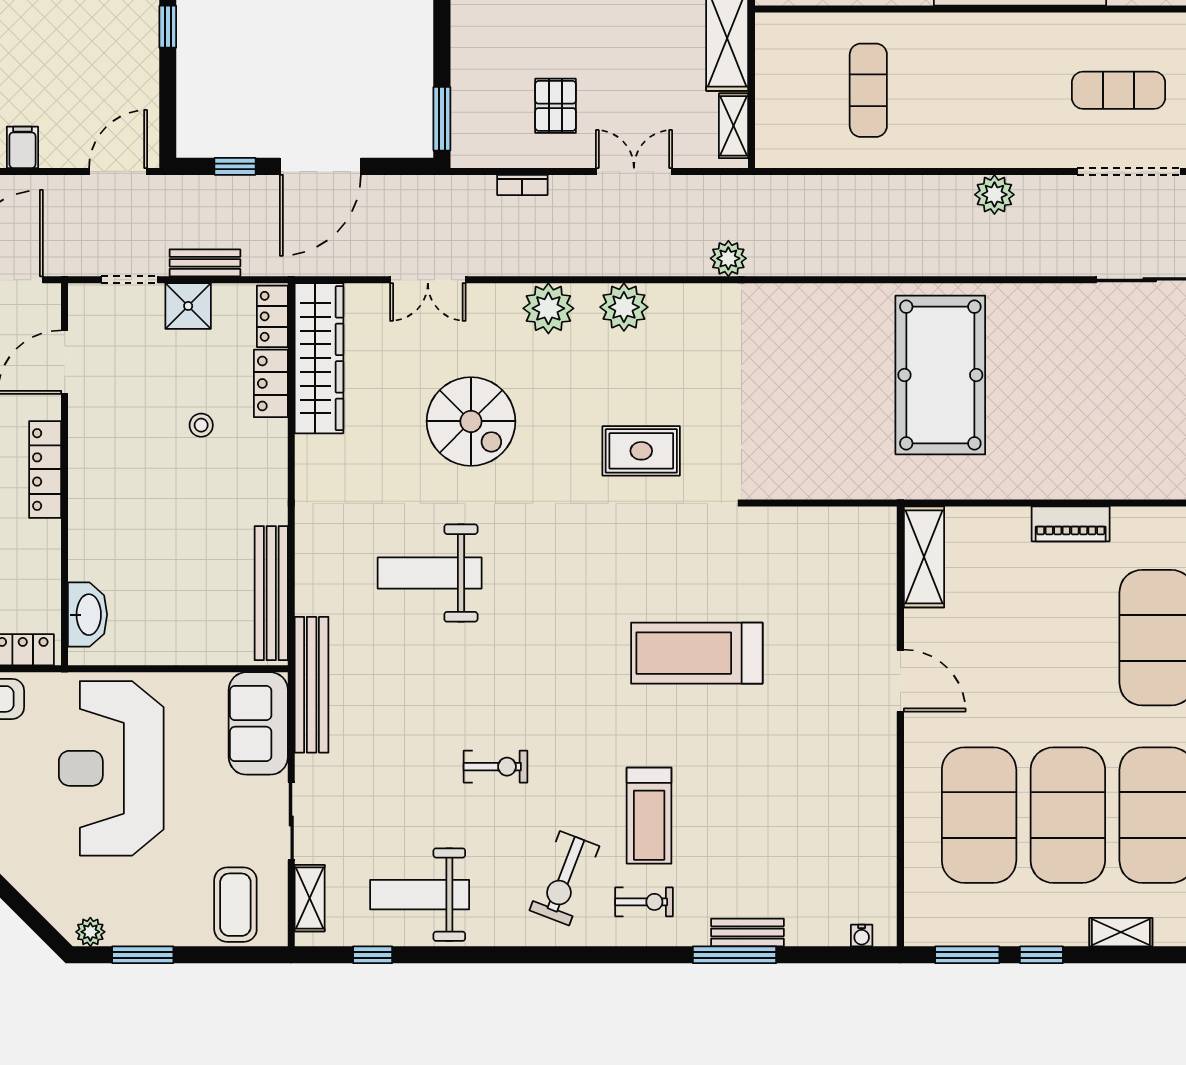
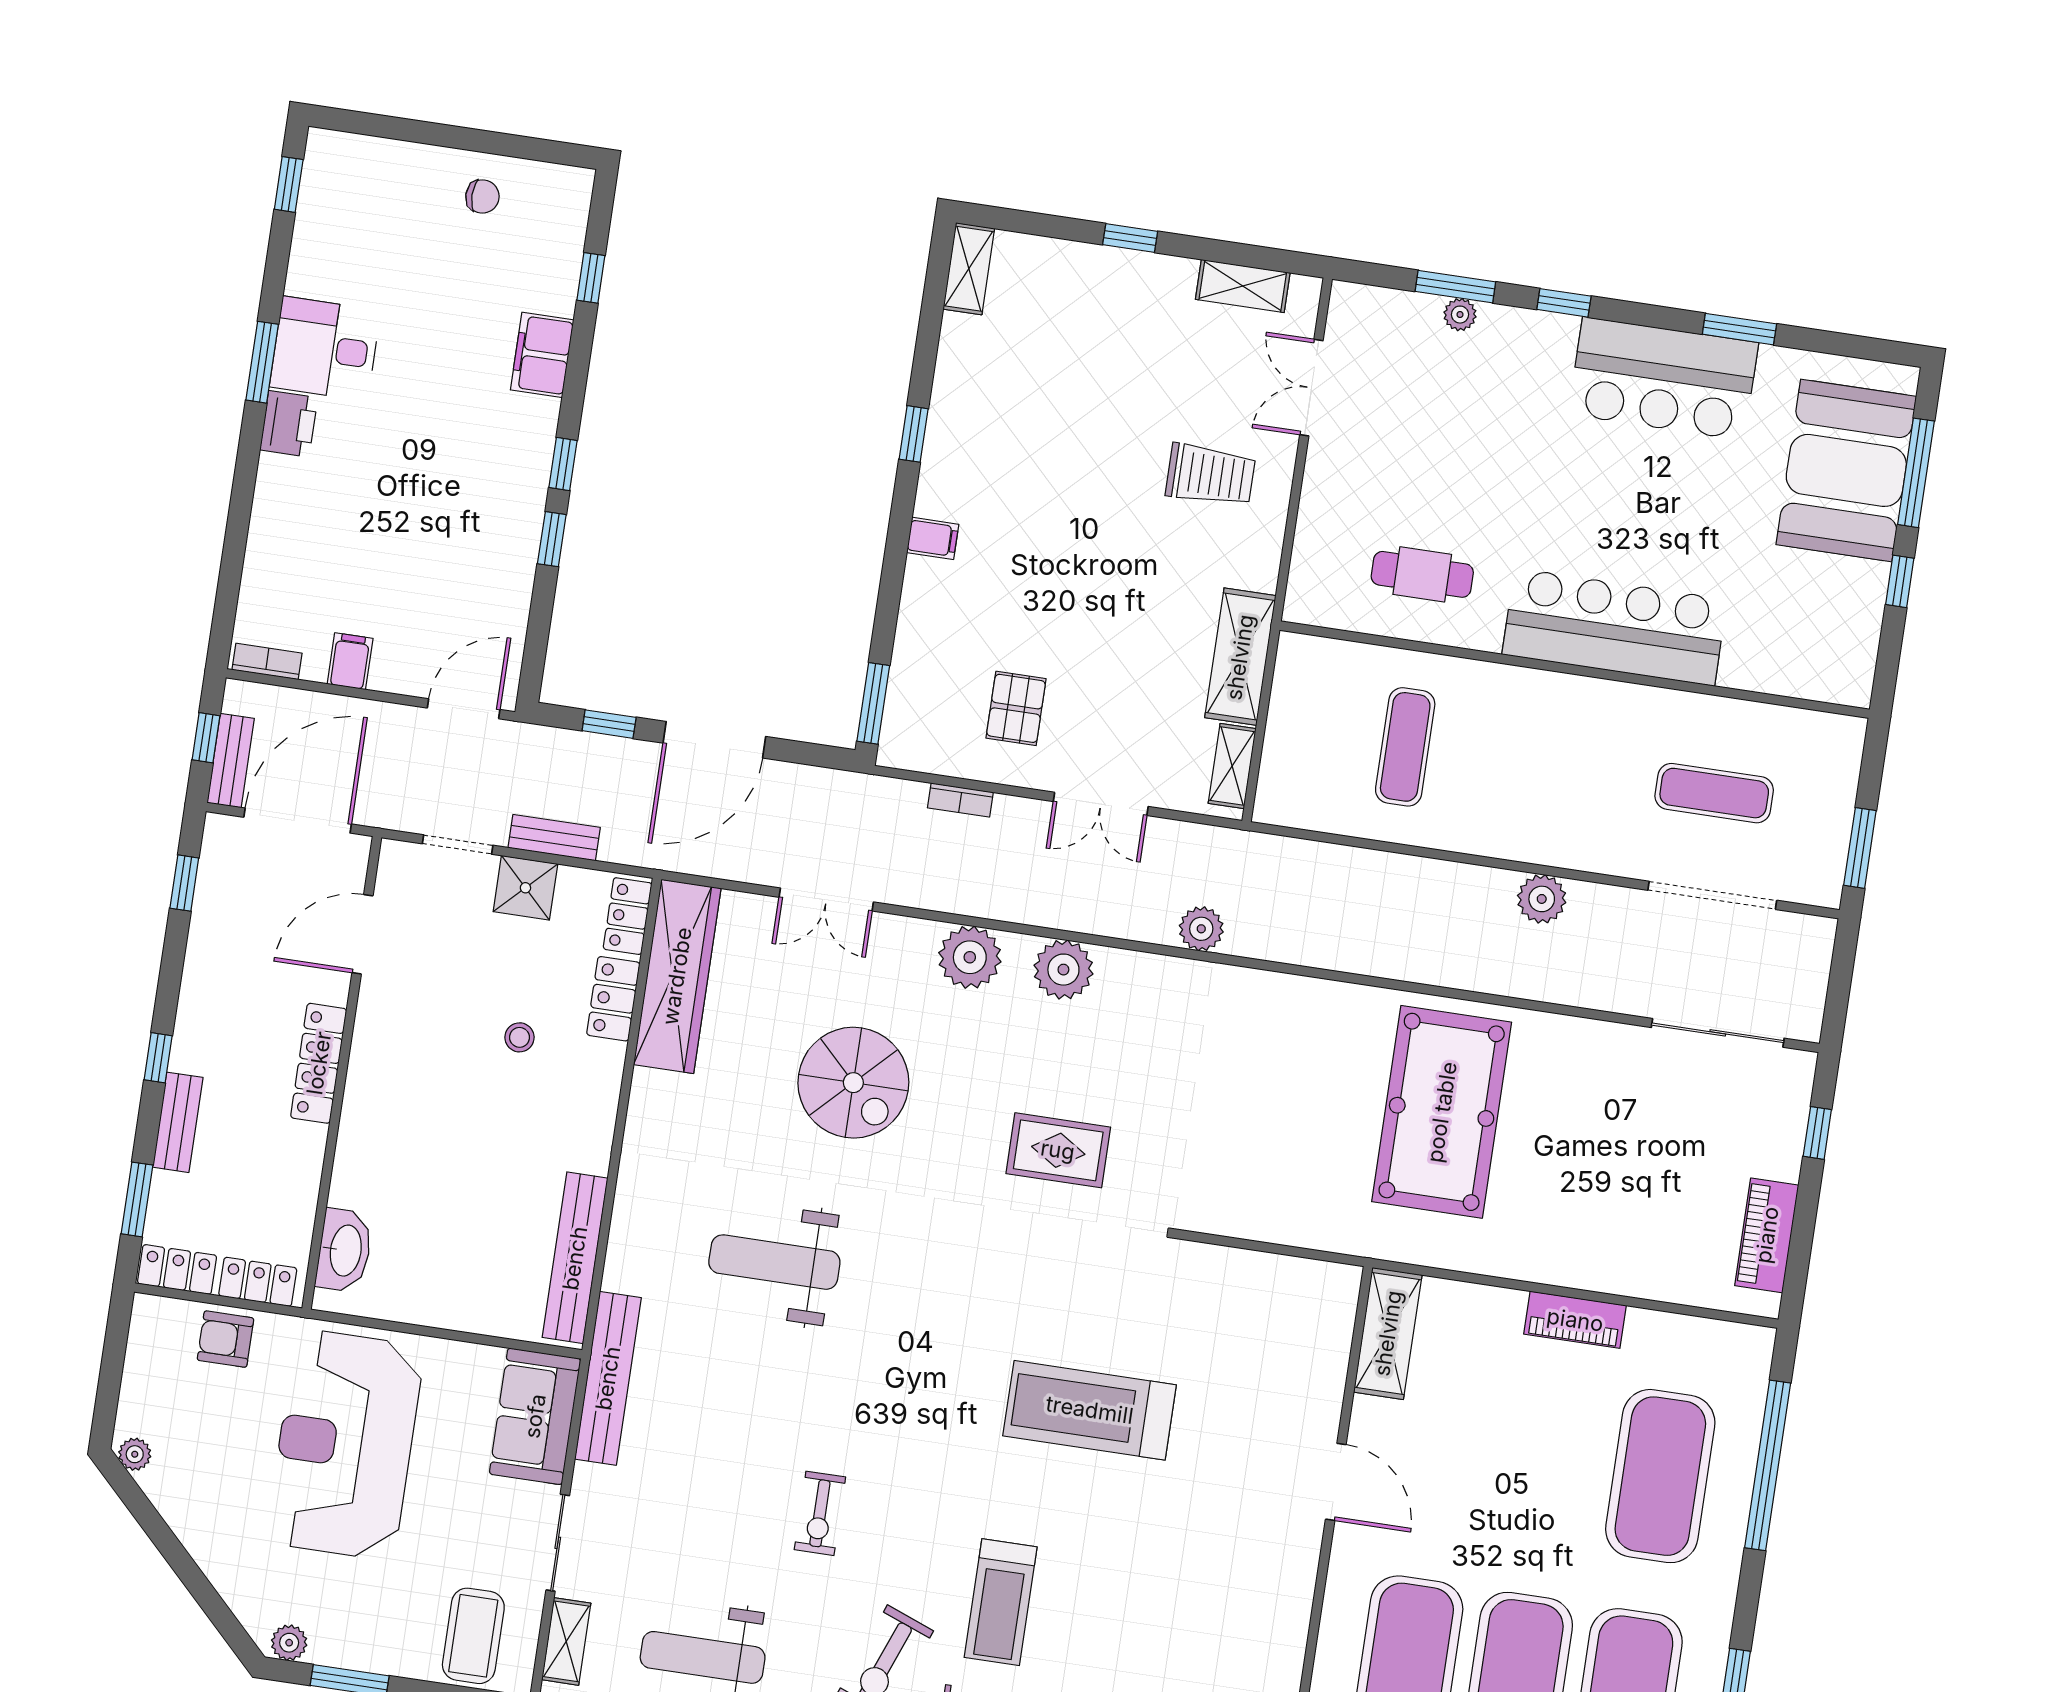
double door: (634, 171) -> (1101, 804), swing flipped
exercise bike: (496, 767) -> (820, 1513), turned 90

